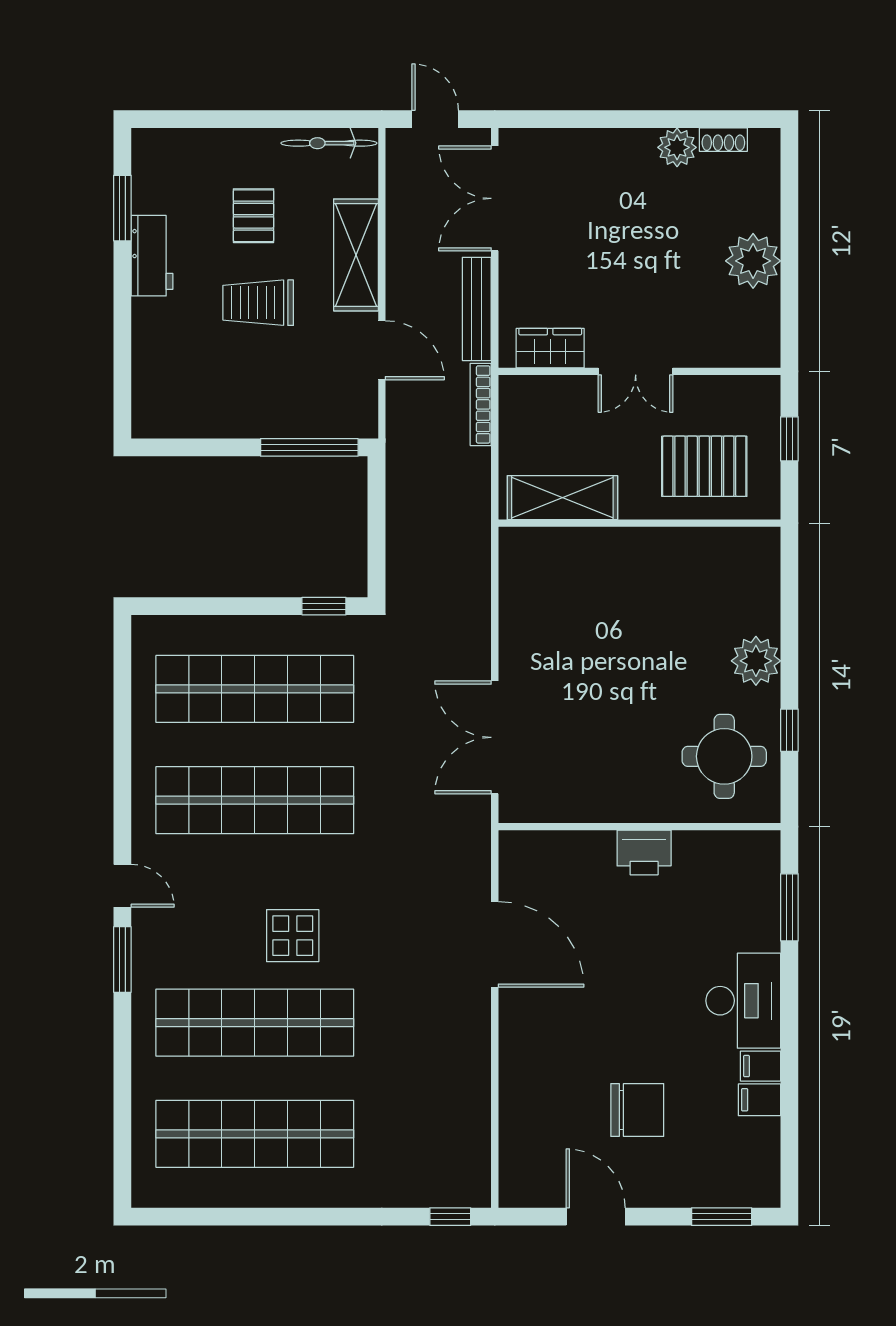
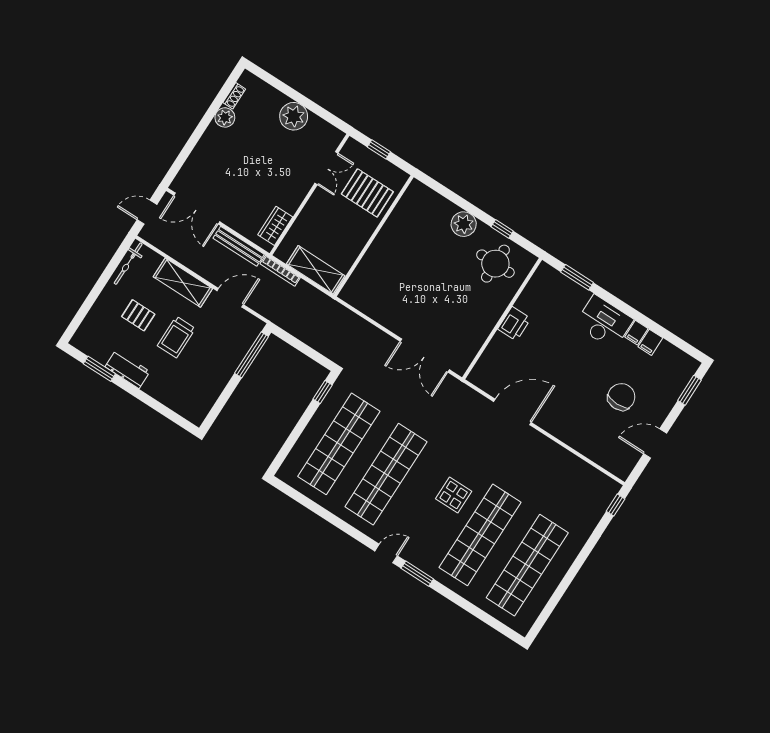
double door: (636, 371) -> (326, 168), moved
pallet: (704, 466) -> (367, 193), turned 90
shelving: (562, 498) -> (316, 270), moved, turned 90

